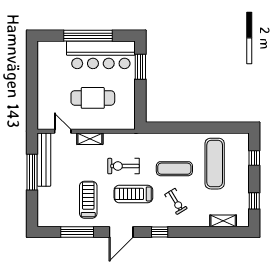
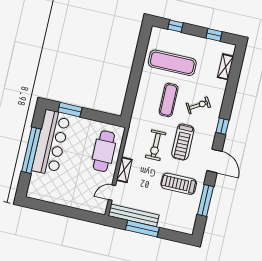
cafe table: (93, 98) -> (104, 151), moved

